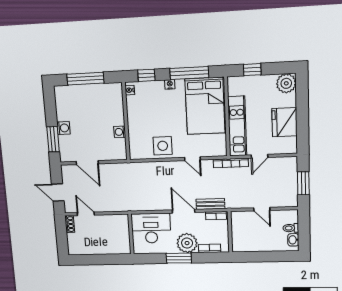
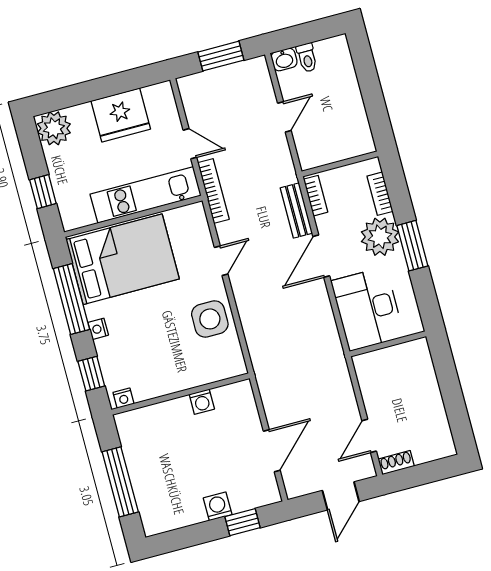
window: (53, 139) -> (243, 522), width x0.67
washbasin: (293, 240) -> (284, 59), moved

